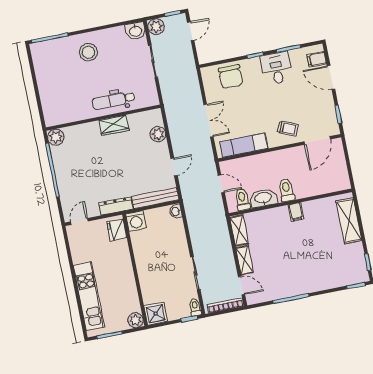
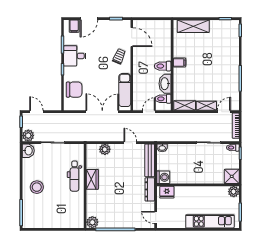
double door: (209, 121) -> (102, 112), width x1.37

